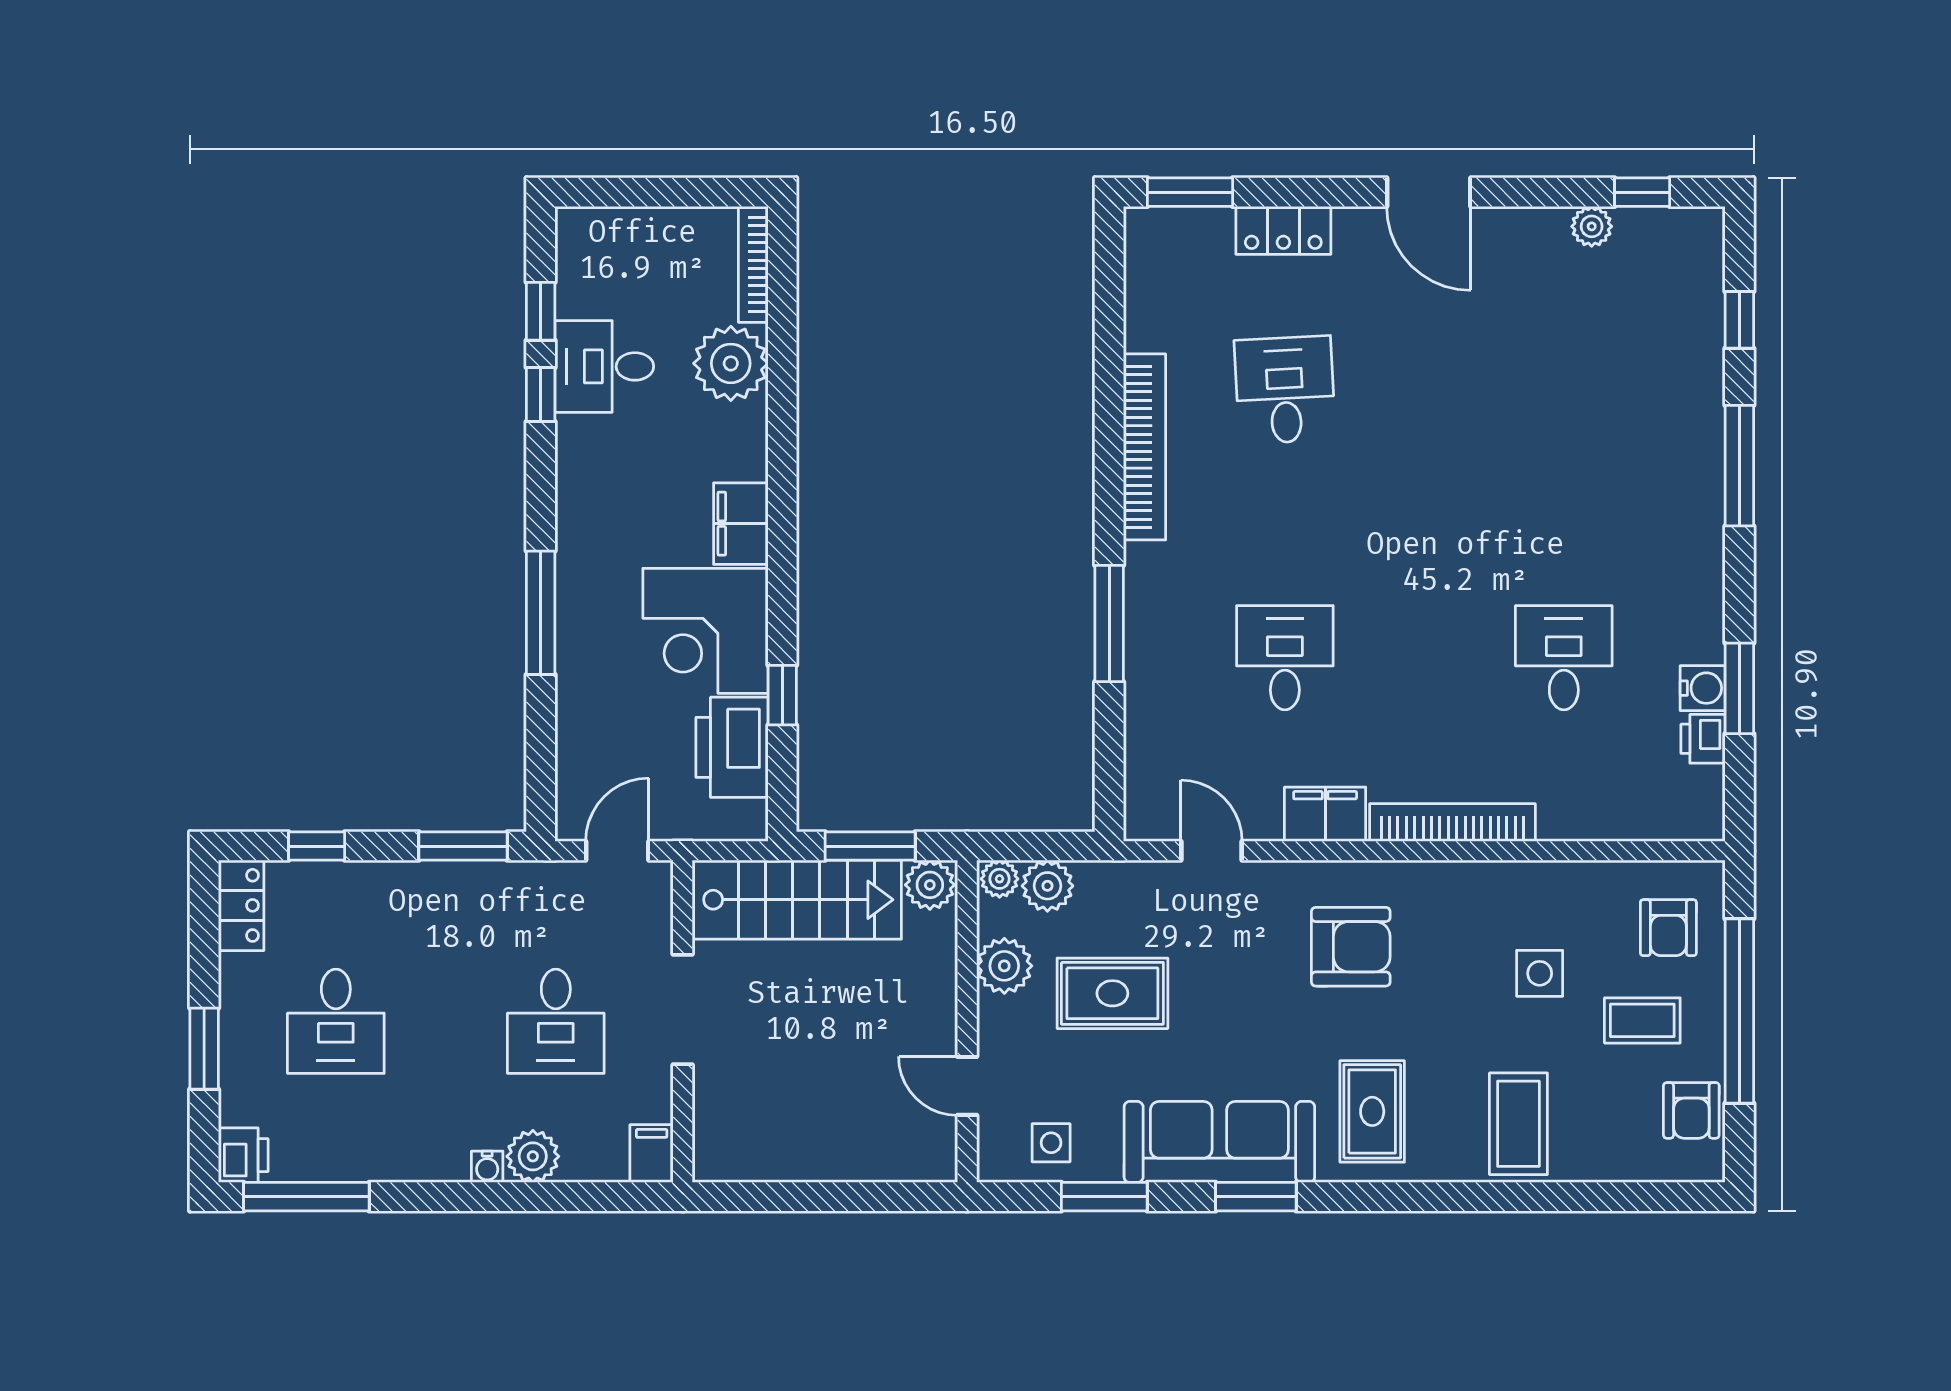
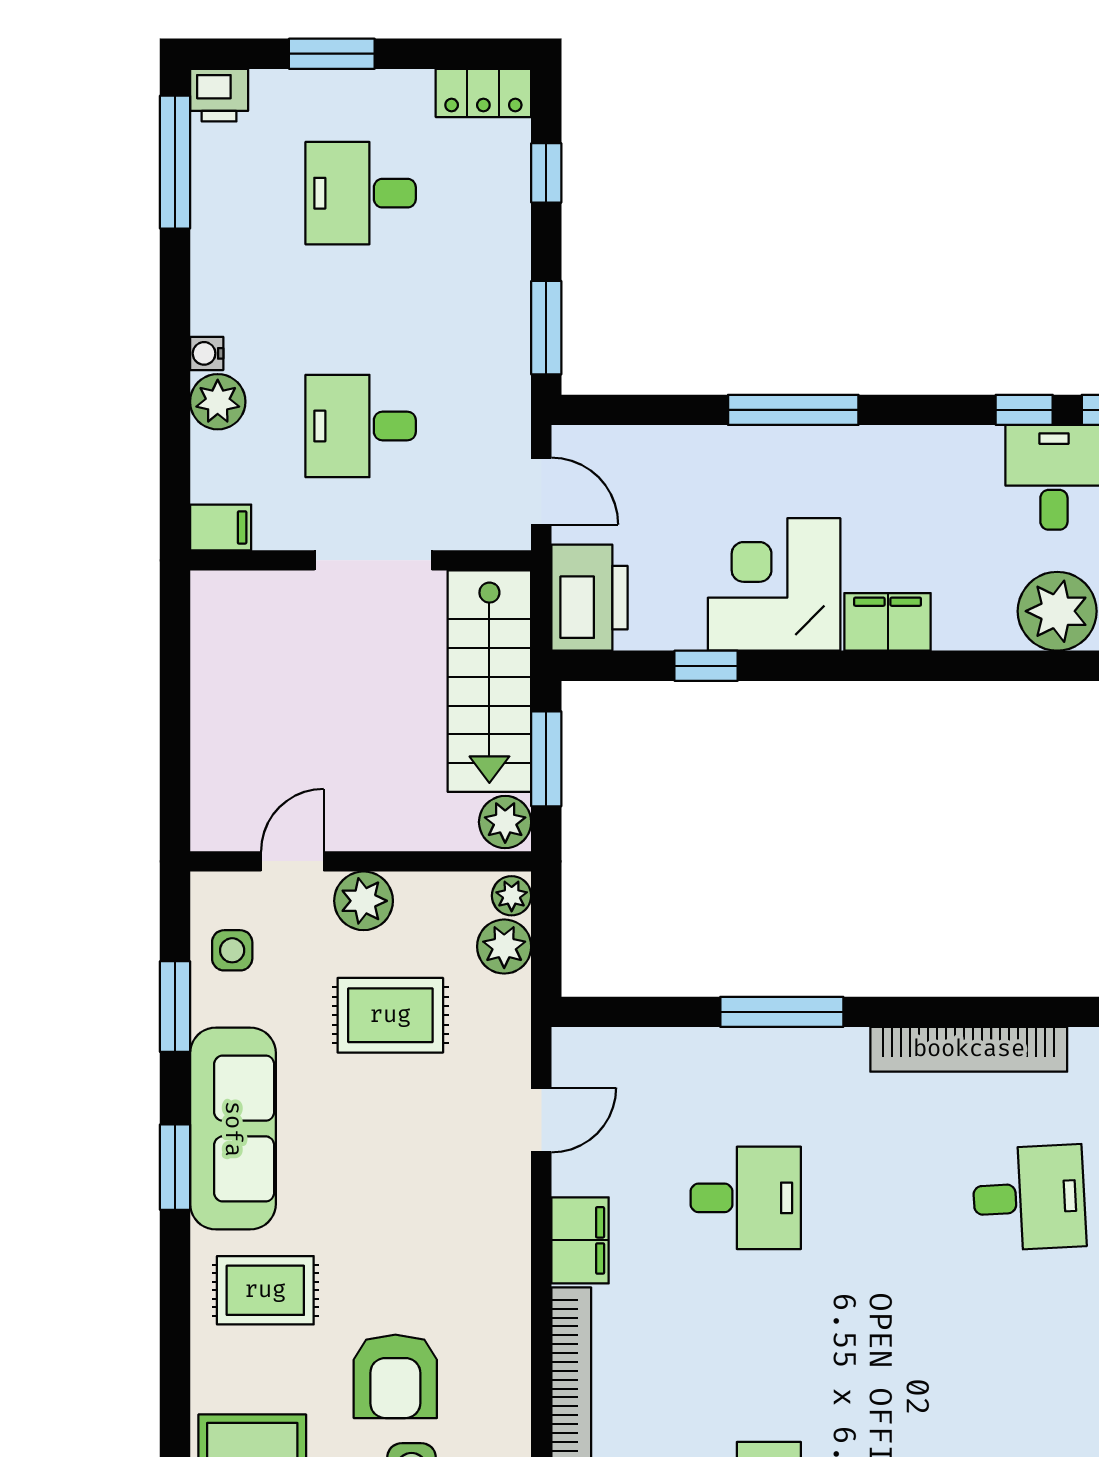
printer: (732, 747) -> (589, 598), moved, turned 90
armchair: (1351, 947) -> (395, 1376), moved
plant: (1004, 966) -> (364, 901), moved
rug: (1112, 993) -> (390, 1015), turned 90

